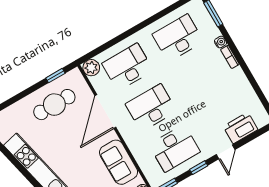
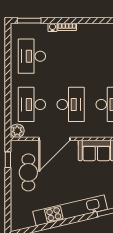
desk: (151, 108) -> (71, 104), turned 180
door: (105, 111) -> (54, 139), hinge flipped

